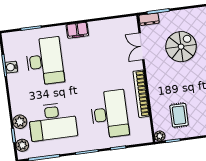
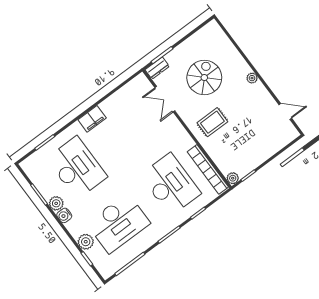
water cooler: (11, 67) -> (64, 215), moved
bookcase: (141, 94) -> (208, 169), moved
rug: (179, 115) -> (212, 122), moved, turned 90
plant: (22, 145) -> (56, 203), moved

